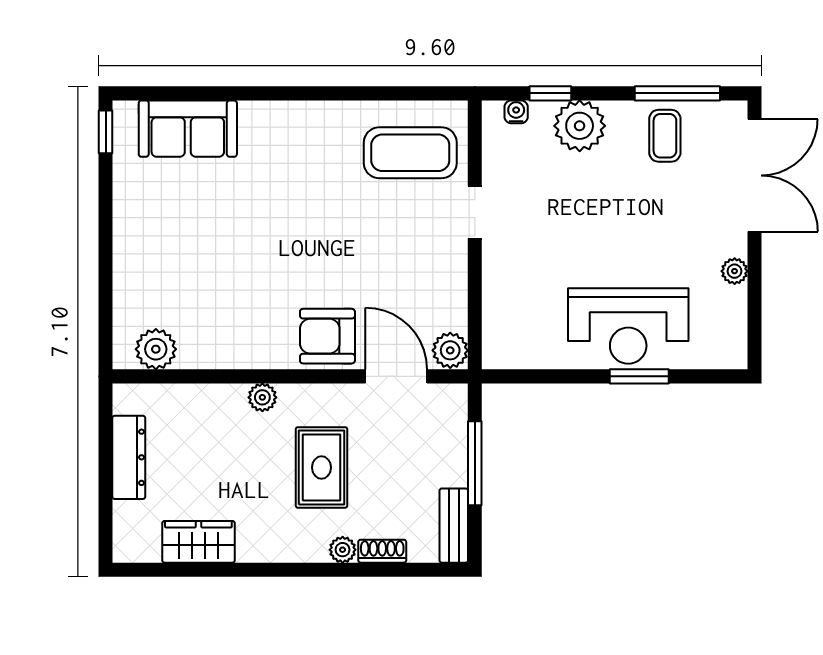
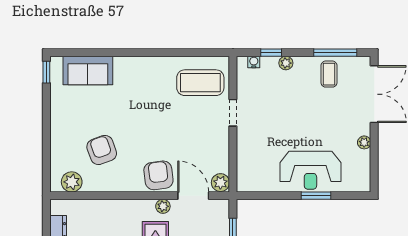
plant: (580, 126) -> (286, 63), width x0.53, depth x0.53
armchair: (215, 286) -> (102, 150), added
armchair: (327, 336) -> (158, 175), turned 83
plant: (262, 397) -> (163, 206), moved

